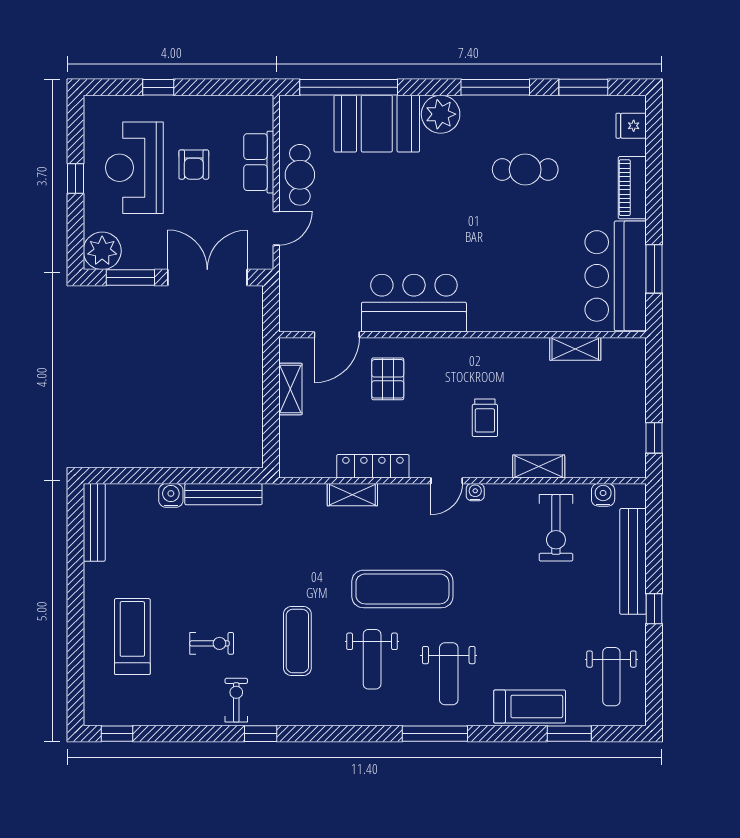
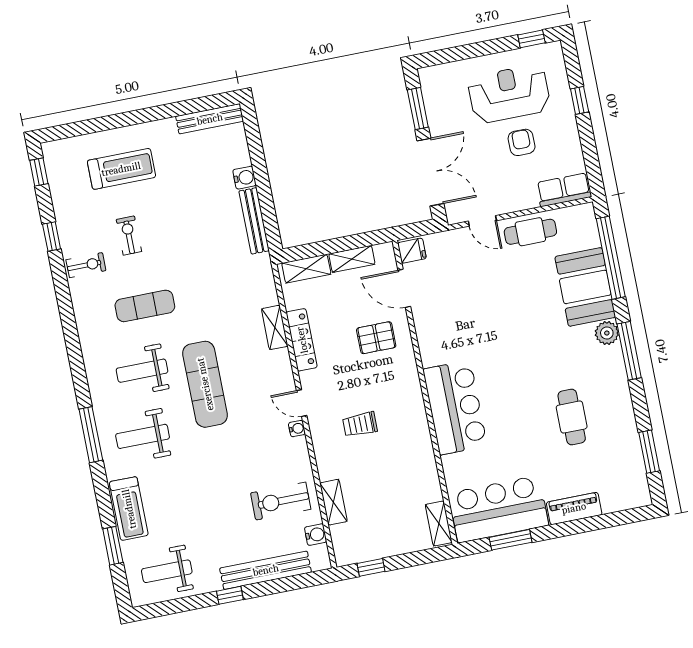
window: (495, 87) -> (629, 351), moved
plant: (441, 114) -> (607, 333), width x0.73, depth x0.73
fridge: (631, 126) -> (412, 251), moved, turned 90
row of seats: (259, 162) -> (564, 190), moved
armchair: (194, 165) -> (522, 142), turned 90
window: (75, 179) -> (531, 39), moved
plant: (102, 251) -> (435, 81), removed
bar counter: (414, 303) -> (455, 408), moved
shelving: (575, 349) -> (439, 524), moved
shelving: (291, 444) -> (306, 269), added
shelving: (539, 467) -> (333, 502), moved
exercise bike: (212, 643) -> (129, 236), turned 180
window: (261, 734) -> (52, 236), moved

